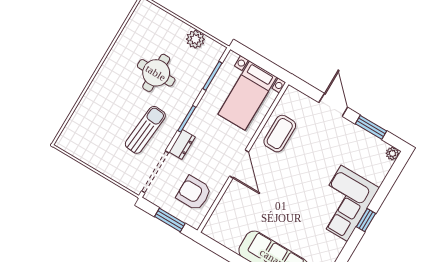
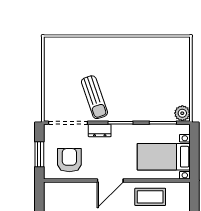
plant: (195, 39) -> (182, 113), moved
round table: (156, 73) -> (141, 80), removed
sun lounger: (145, 130) -> (94, 97), turned 66

